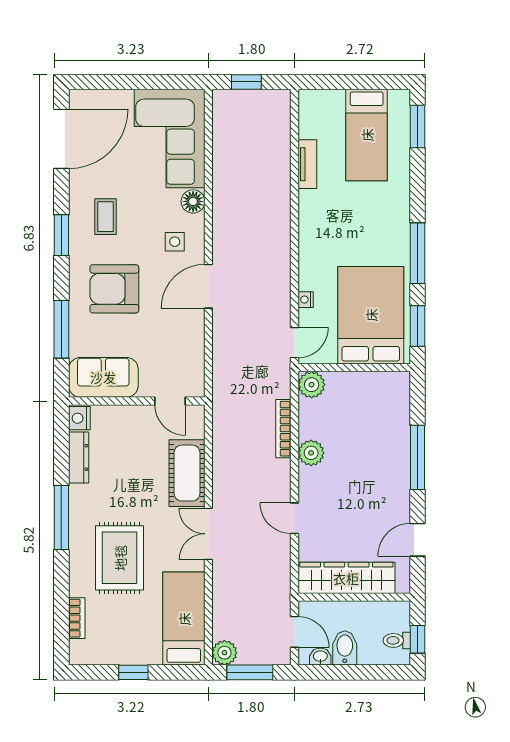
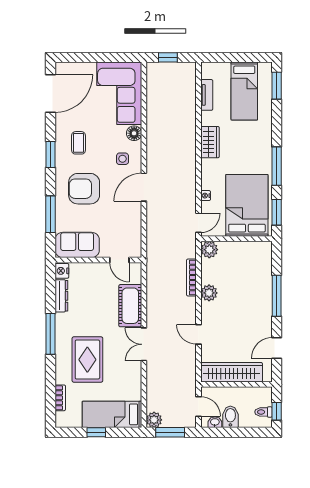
tv unit: (307, 164) -> (207, 95), moved
wardrobe: (313, 215) -> (210, 142), added
bed: (184, 619) -> (112, 414), moved, turned -90

